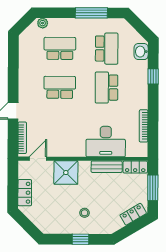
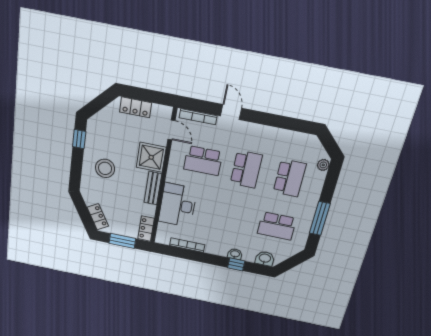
washbasin: (143, 80) -> (235, 254), added
school desk: (106, 88) -> (203, 161), moved, turned 180
bench: (107, 167) -> (153, 188), moved
stool: (85, 213) -> (105, 168), width x1.89, depth x1.89
window: (81, 239) -> (79, 139), moved

